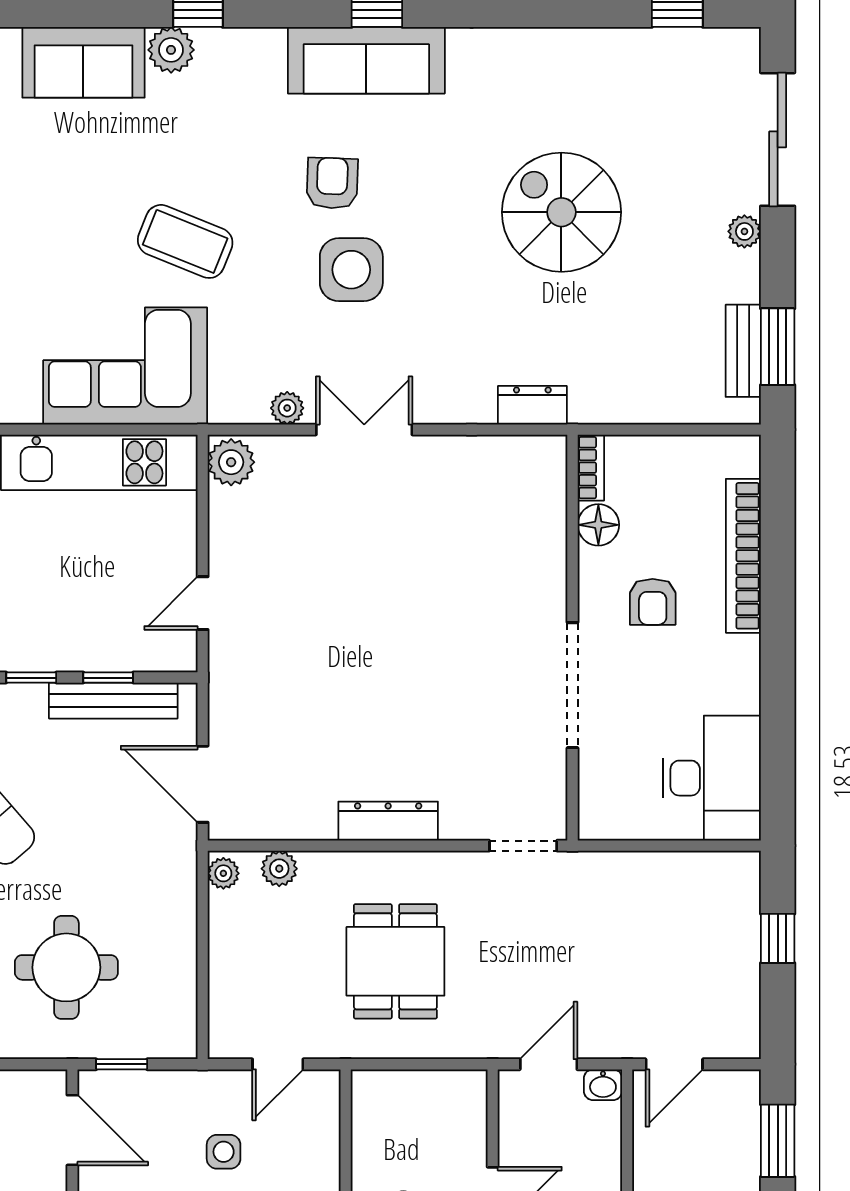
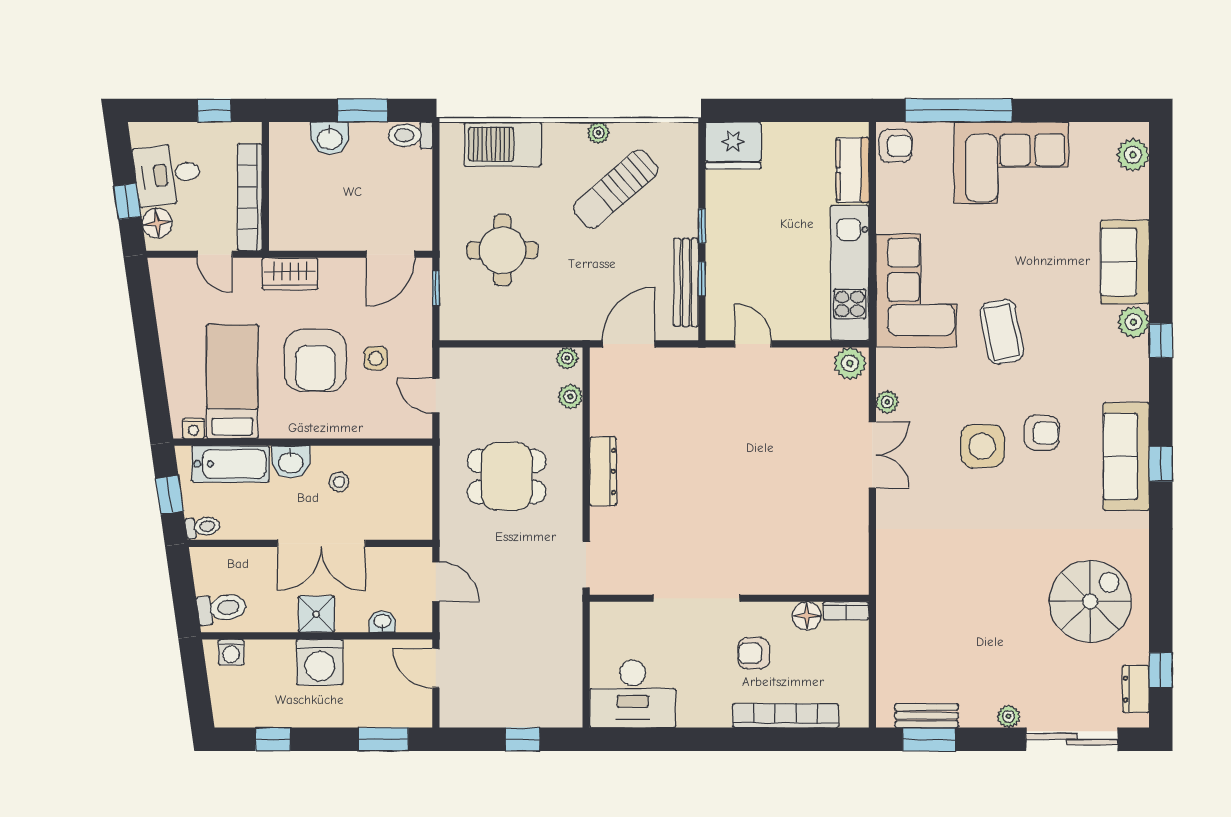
spiral stairs: (561, 212) -> (1090, 601), moved
coffee table: (185, 241) -> (1002, 332), turned -33
dresser: (532, 405) -> (1136, 689), moved, turned 180
washbasin: (603, 1085) -> (382, 622), moved, turned 90

